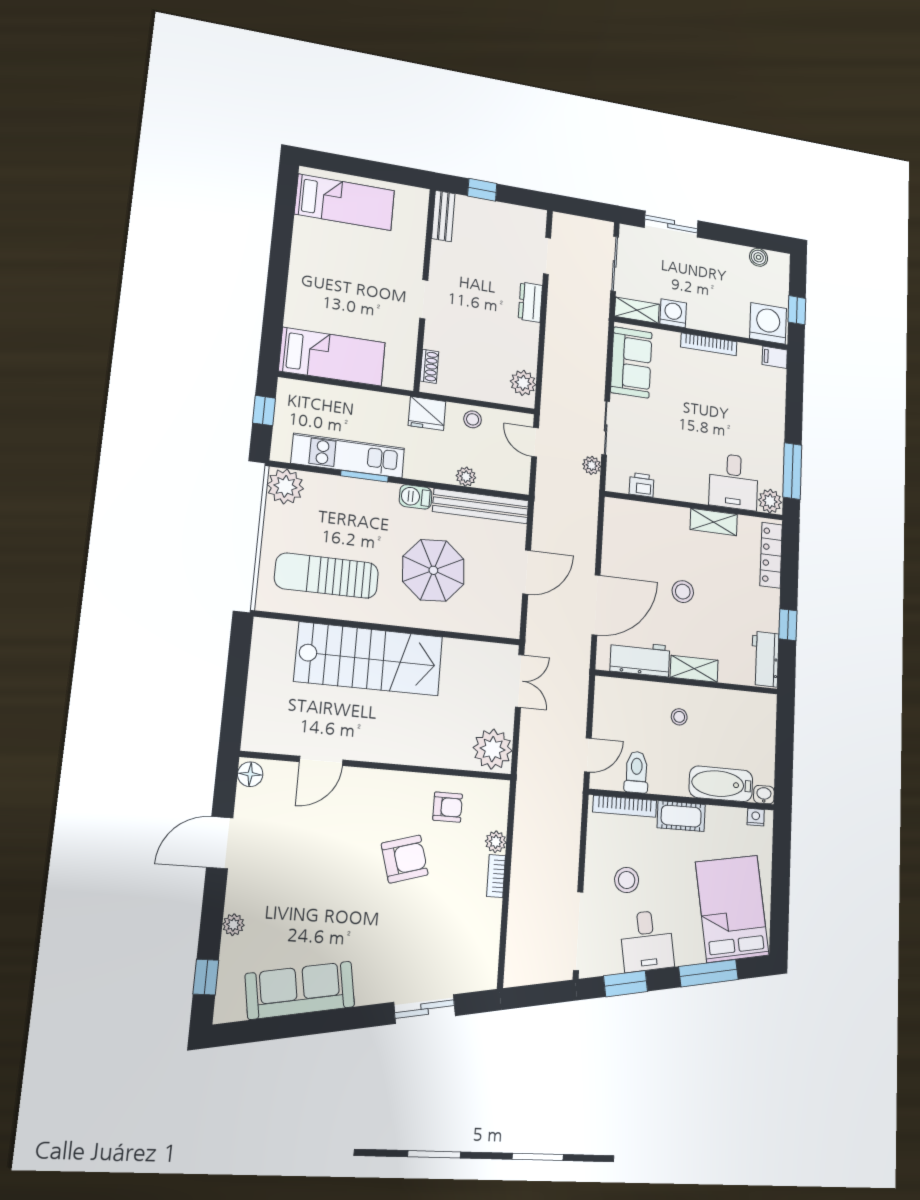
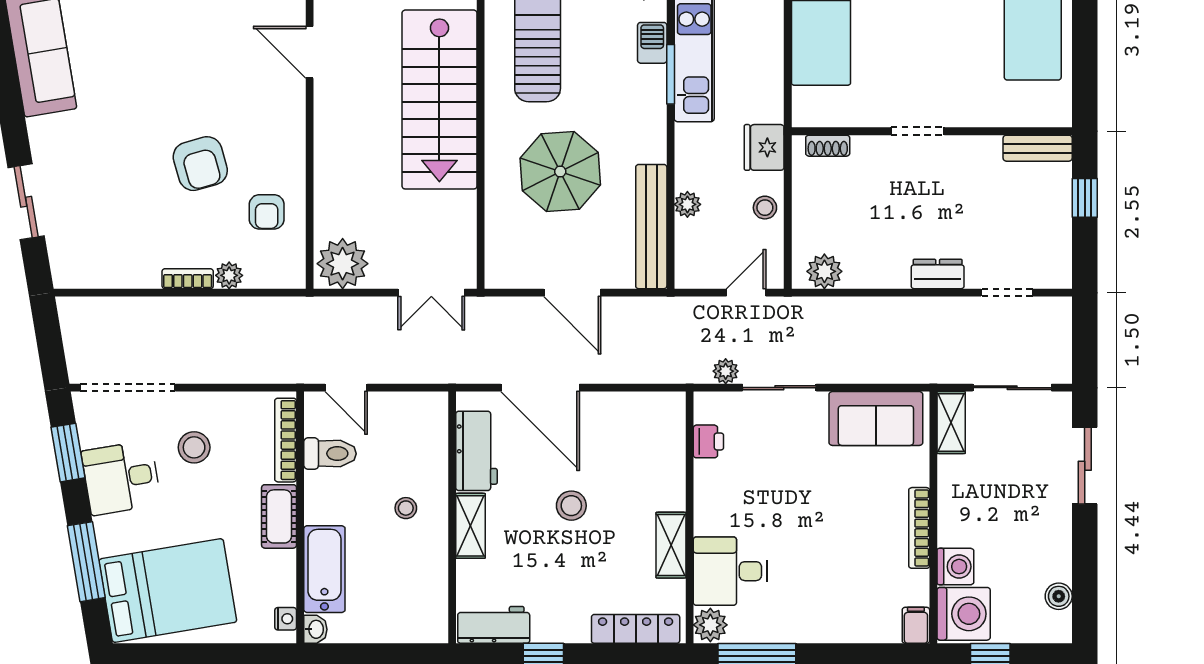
washing machine: (673, 313) -> (955, 567), moved
barbecue: (416, 497) -> (652, 43), moved

